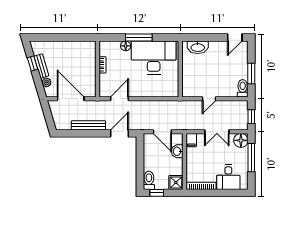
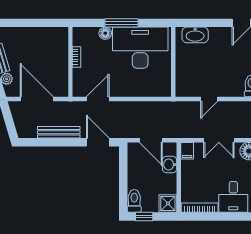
door: (120, 133) -> (98, 142), hinge flipped

